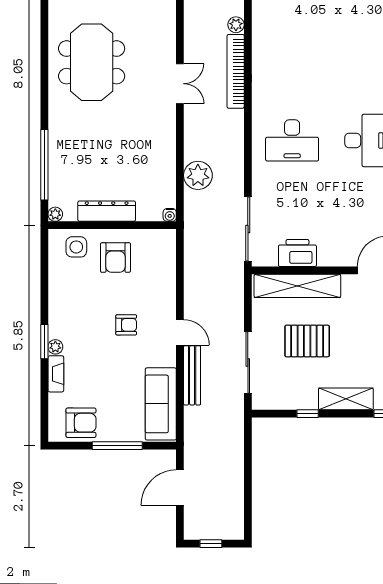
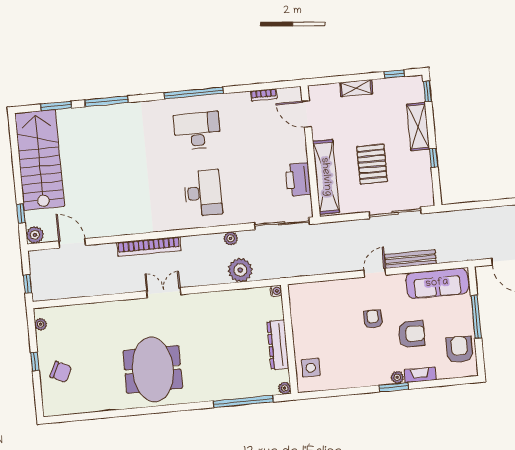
plant: (236, 25) -> (231, 238), moved
meeting table: (92, 62) -> (153, 369), turned 90
armchair: (115, 258) -> (411, 334), moved

